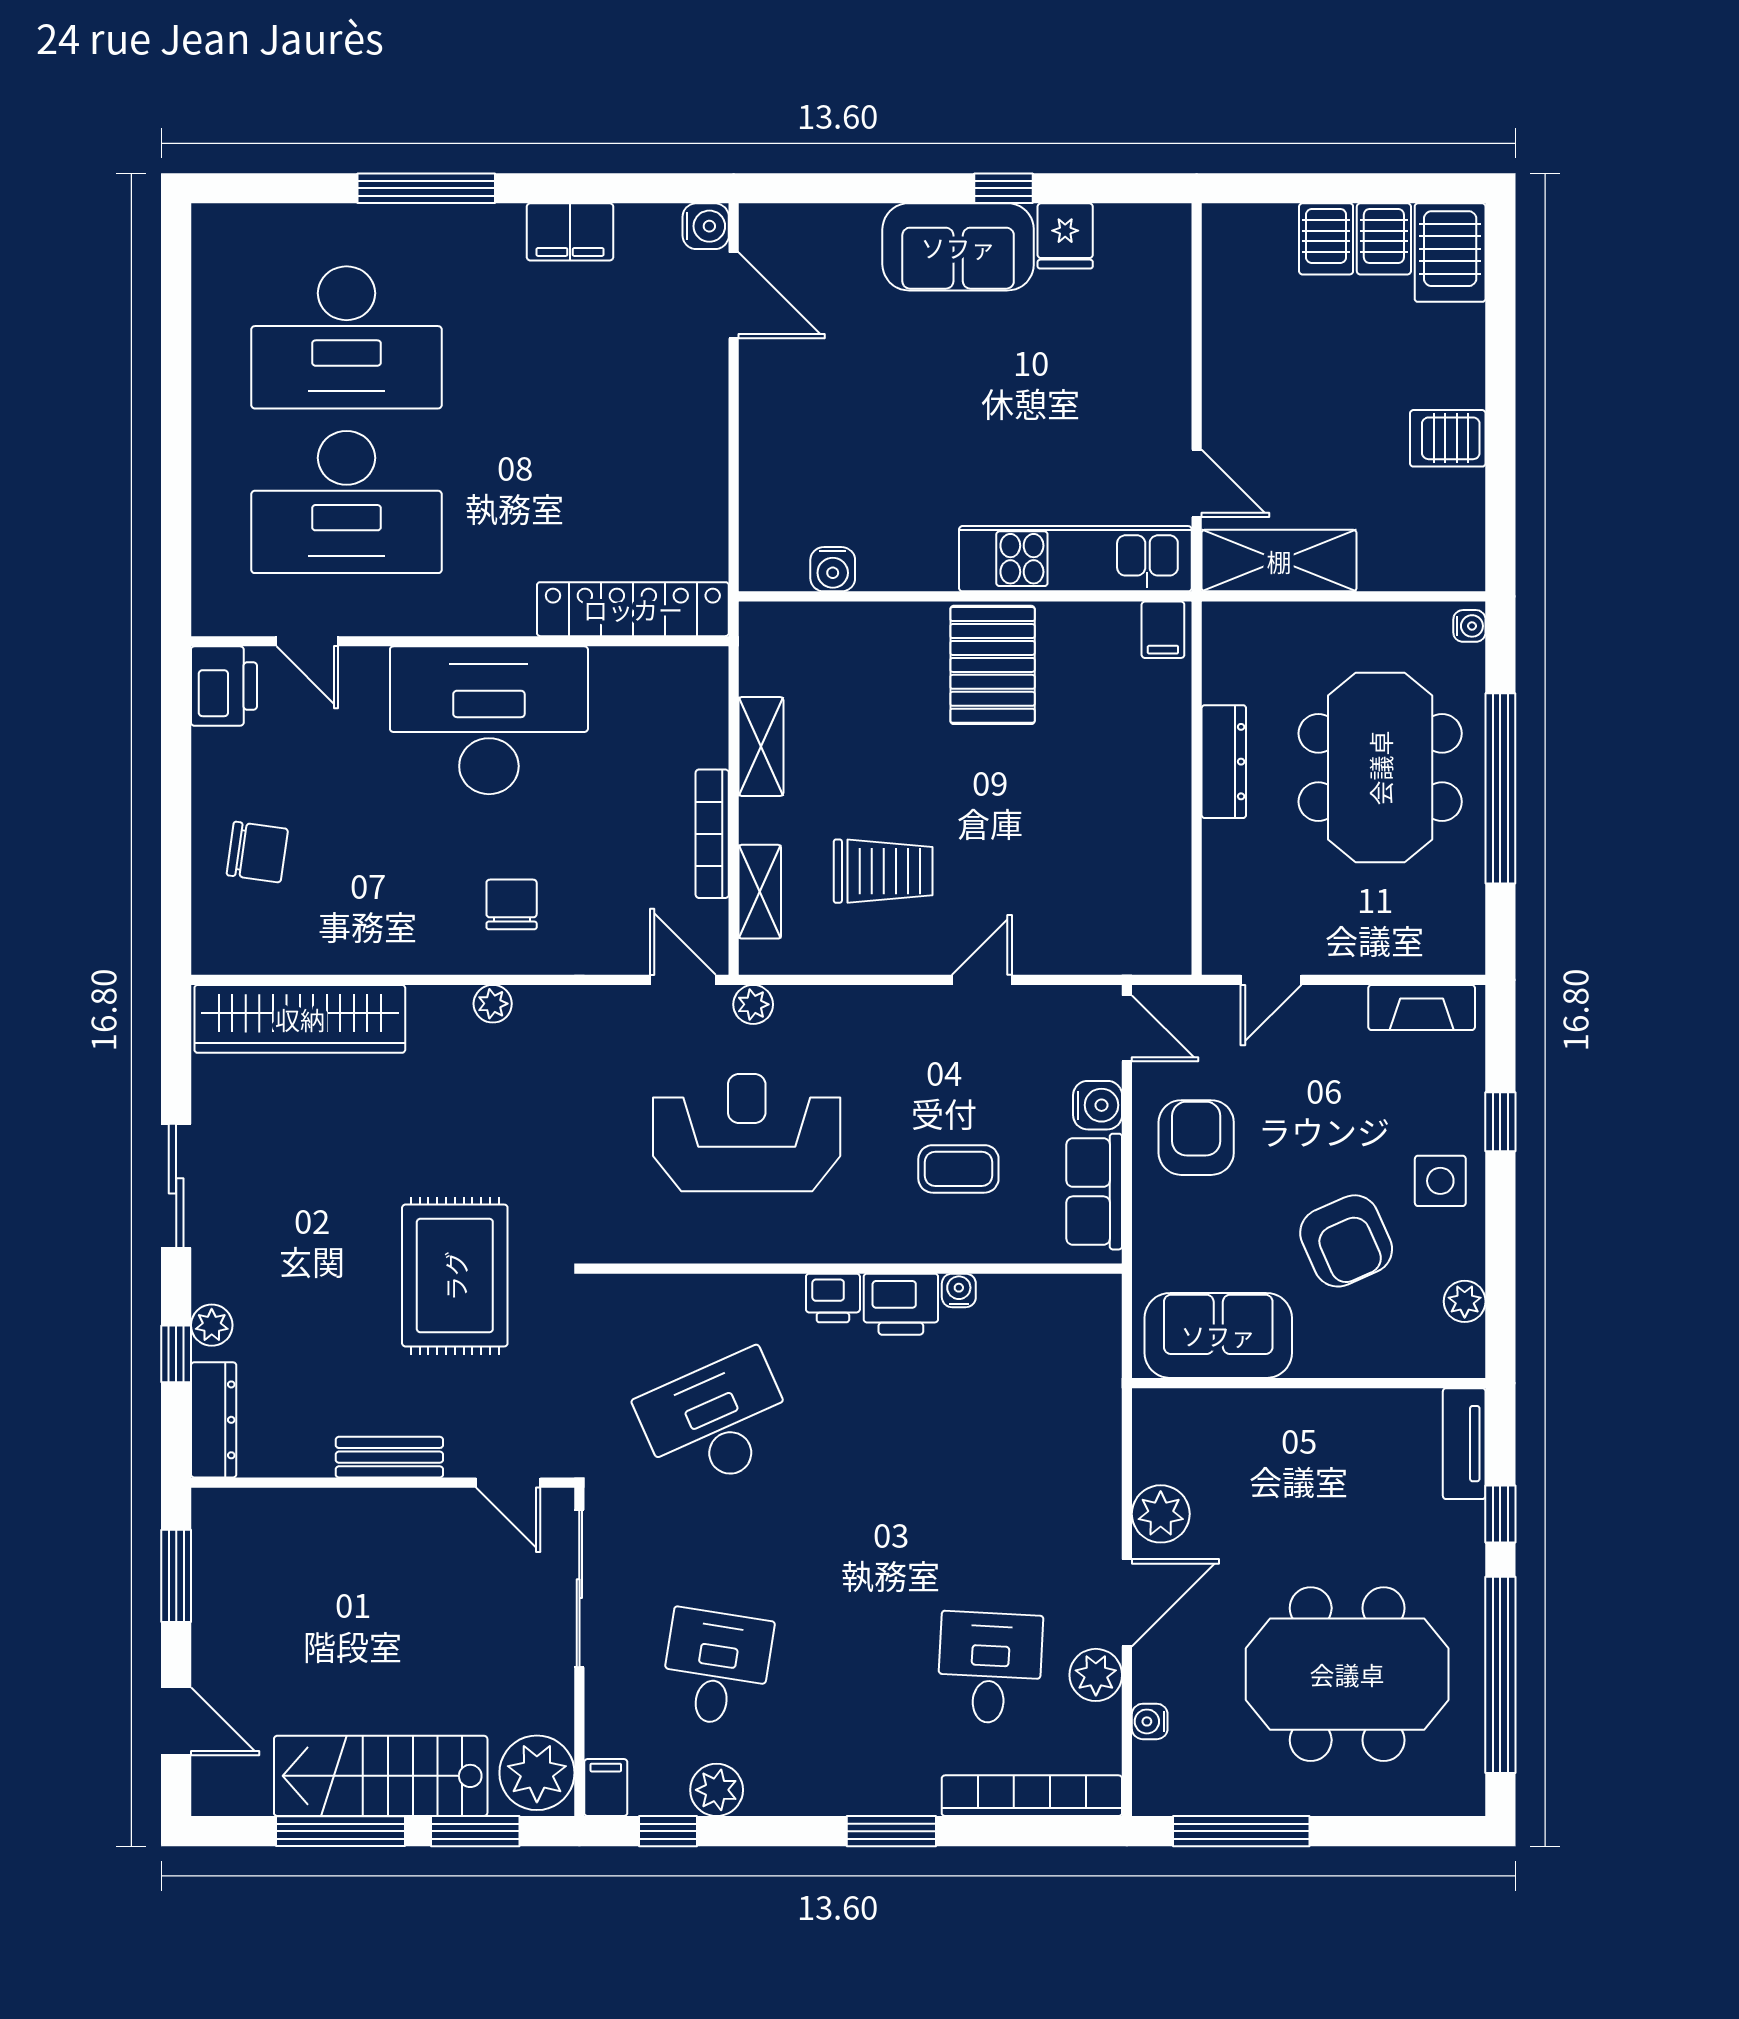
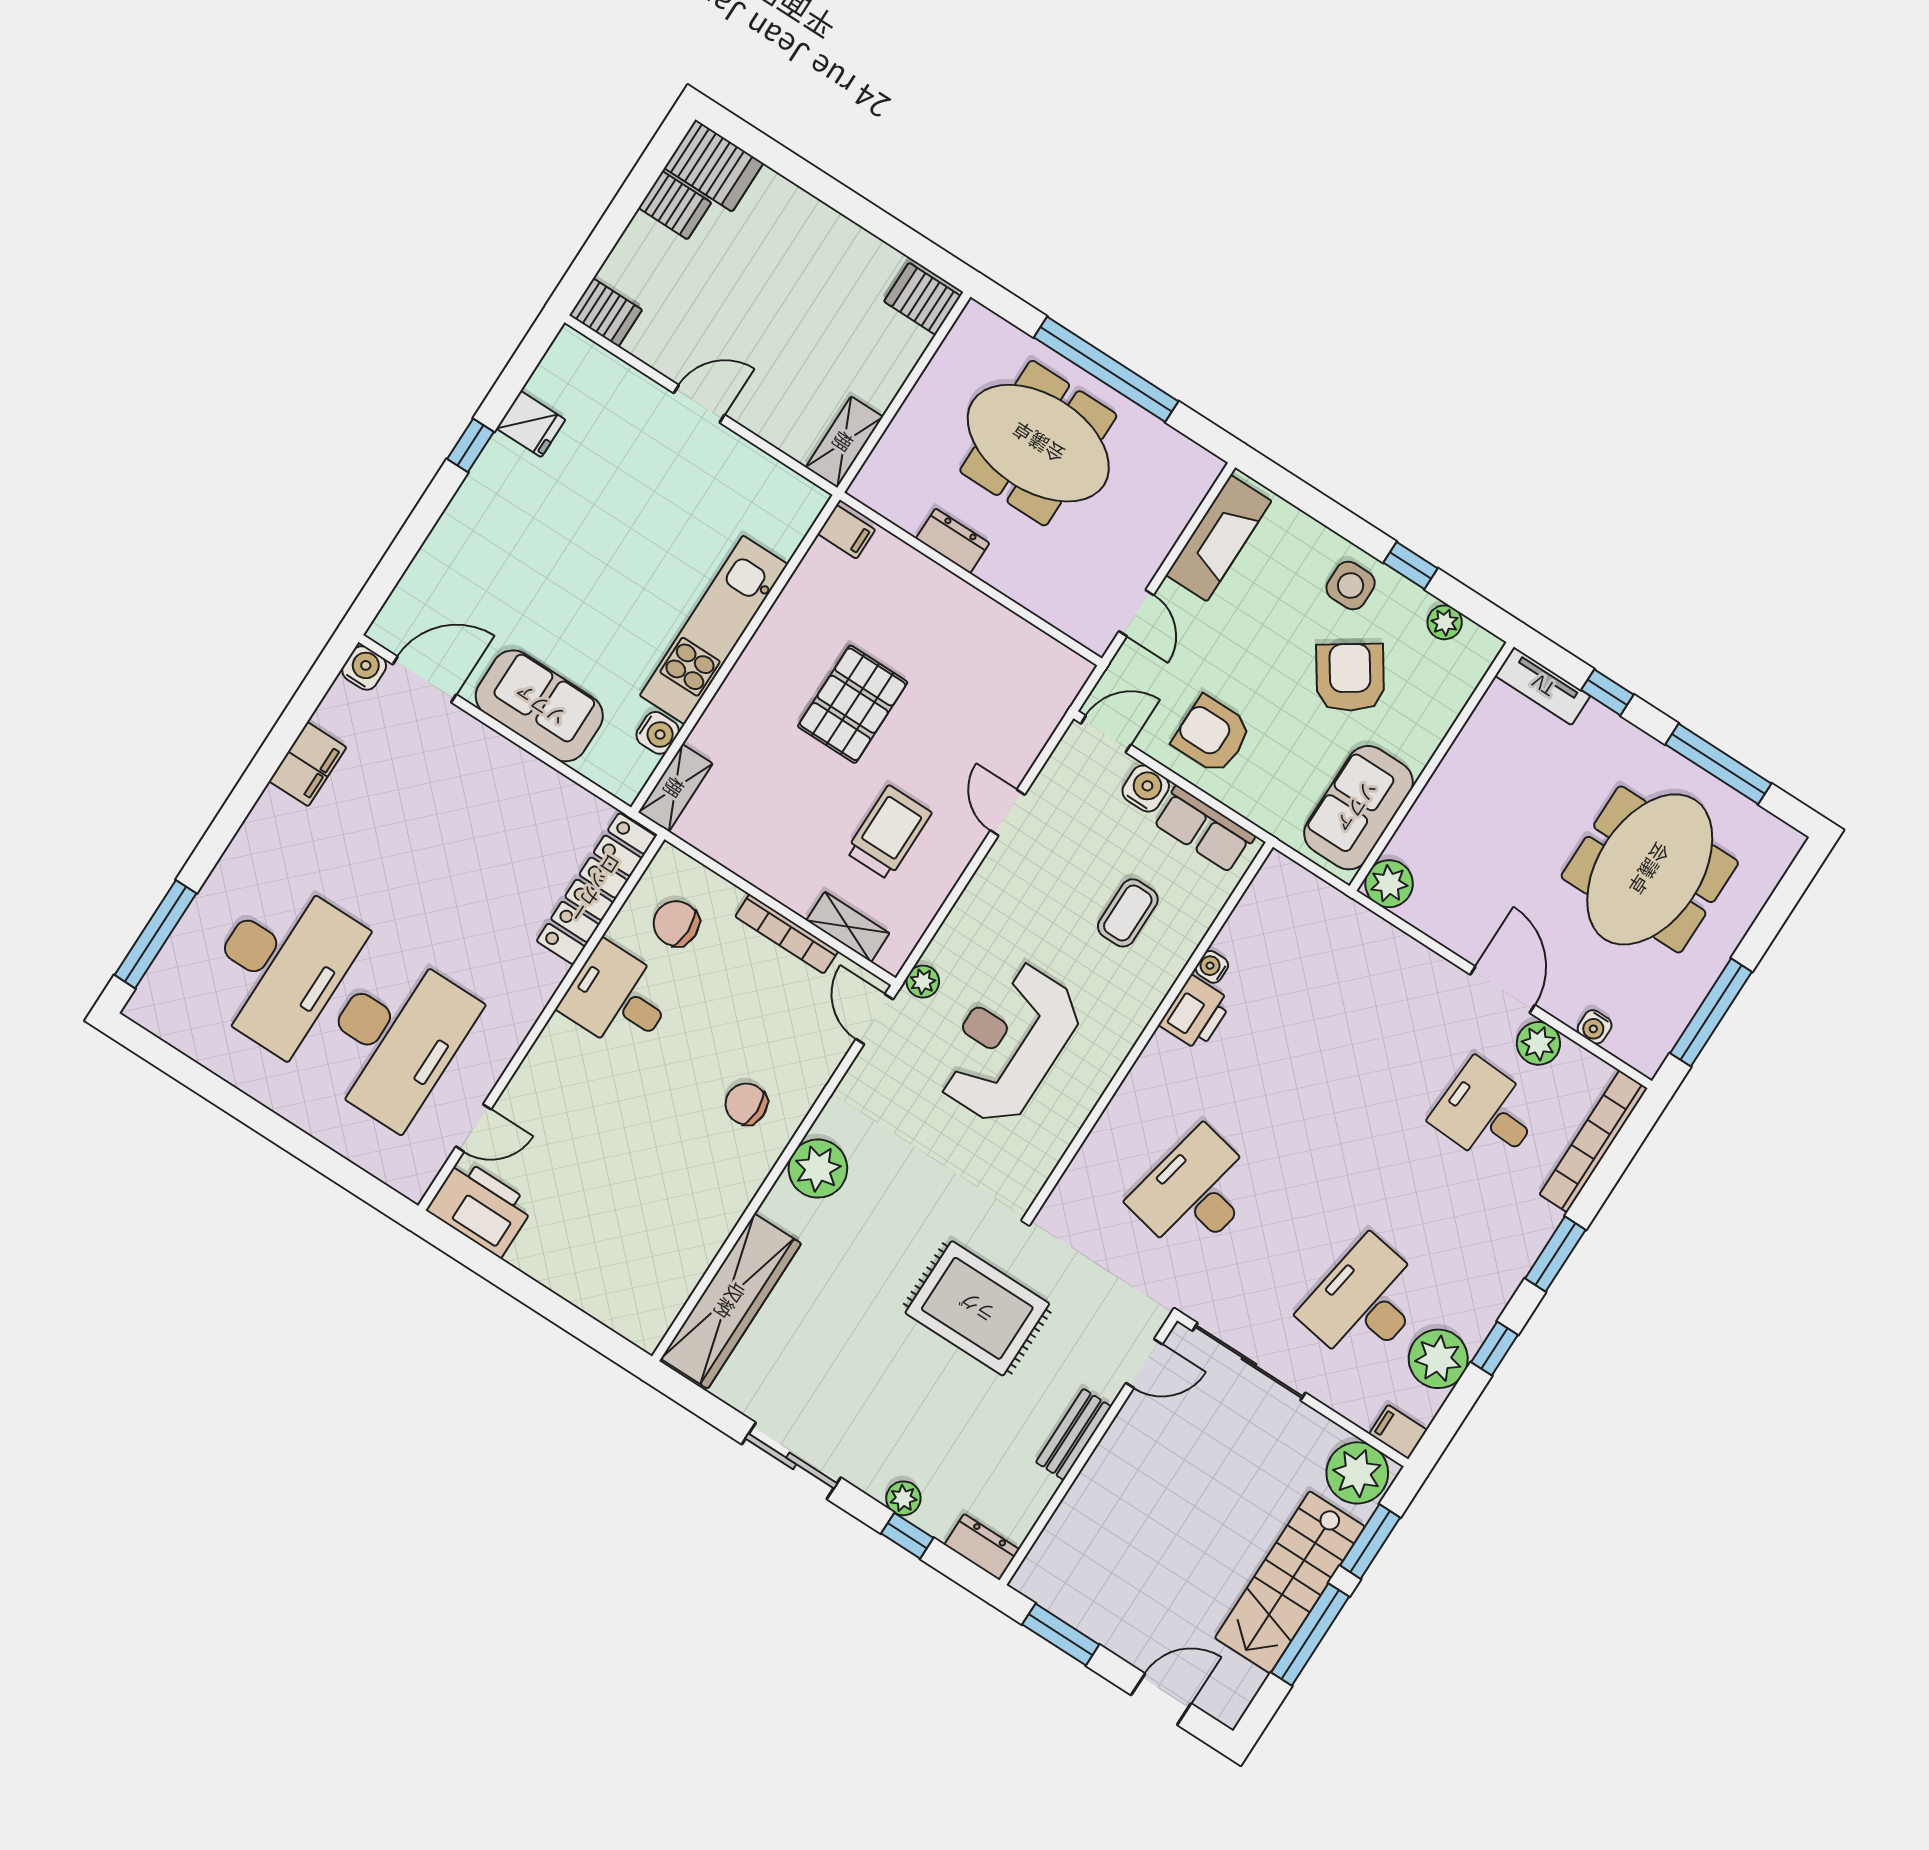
window: (426, 188) -> (155, 934), moved
server rack: (1326, 239) -> (606, 312), moved
sofa: (958, 247) -> (539, 706), moved, turned -90
server rack: (1448, 438) -> (922, 299), moved, turned 90
door: (1197, 483) -> (699, 404), moved
kitchen unit: (1075, 559) -> (714, 630), moved
shelving: (1279, 561) -> (844, 442), width x0.67, depth x0.75
water cooler: (1469, 626) -> (980, 318), removed
pallet: (993, 665) -> (853, 704), moved, turned 90
printer: (224, 686) -> (480, 1208), width x1.37, depth x1.19
desk: (489, 720) -> (618, 998), width x0.53, depth x0.77
shelving: (761, 746) -> (675, 788), moved, turned 90
dresser: (1224, 762) -> (953, 541), width x0.70
chair: (257, 852) -> (676, 924), moved, turned -98
door: (683, 980) -> (875, 1019), hinge flipped
plant: (493, 1004) -> (818, 1169), width x1.88, depth x1.88
fireplace: (1422, 1007) -> (1219, 538), width x1.37, depth x1.32
window: (1500, 1122) -> (1411, 565), moved
armchair: (1346, 1241) -> (1350, 677), turned -100
printer: (833, 1298) -> (1161, 1057), removed
dresser: (214, 1420) -> (982, 1547), width x0.70
desk: (716, 1422) -> (1195, 1193), turned 36
plant: (1161, 1514) -> (1389, 884), moved
desk: (716, 1668) -> (1365, 1302), width x1.37
window: (1500, 1675) -> (1718, 764), width x0.68
plant: (717, 1790) -> (1438, 1359), width x1.36, depth x1.36
window: (668, 1831) -> (1494, 1349), moved

